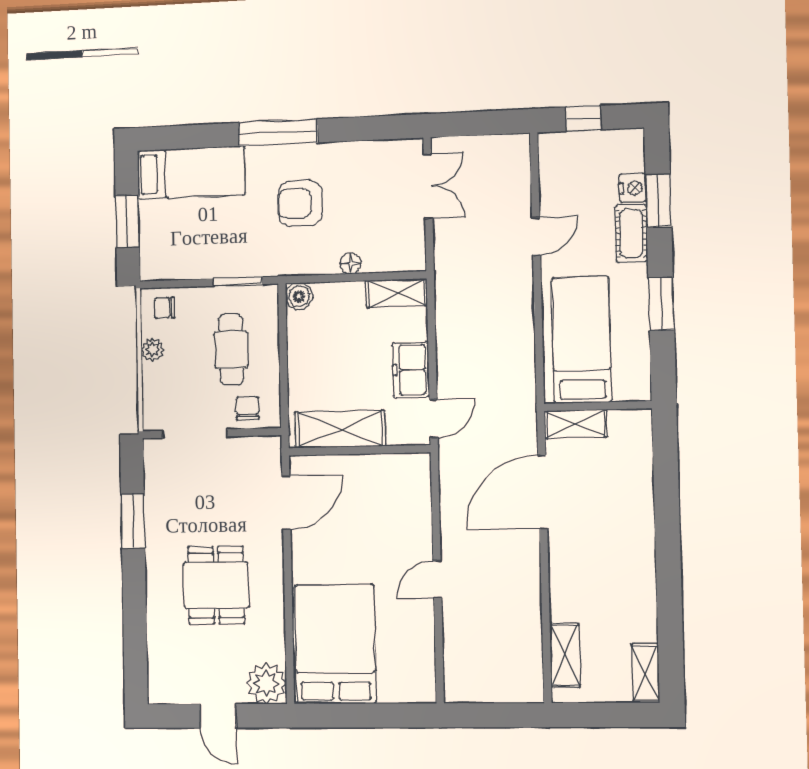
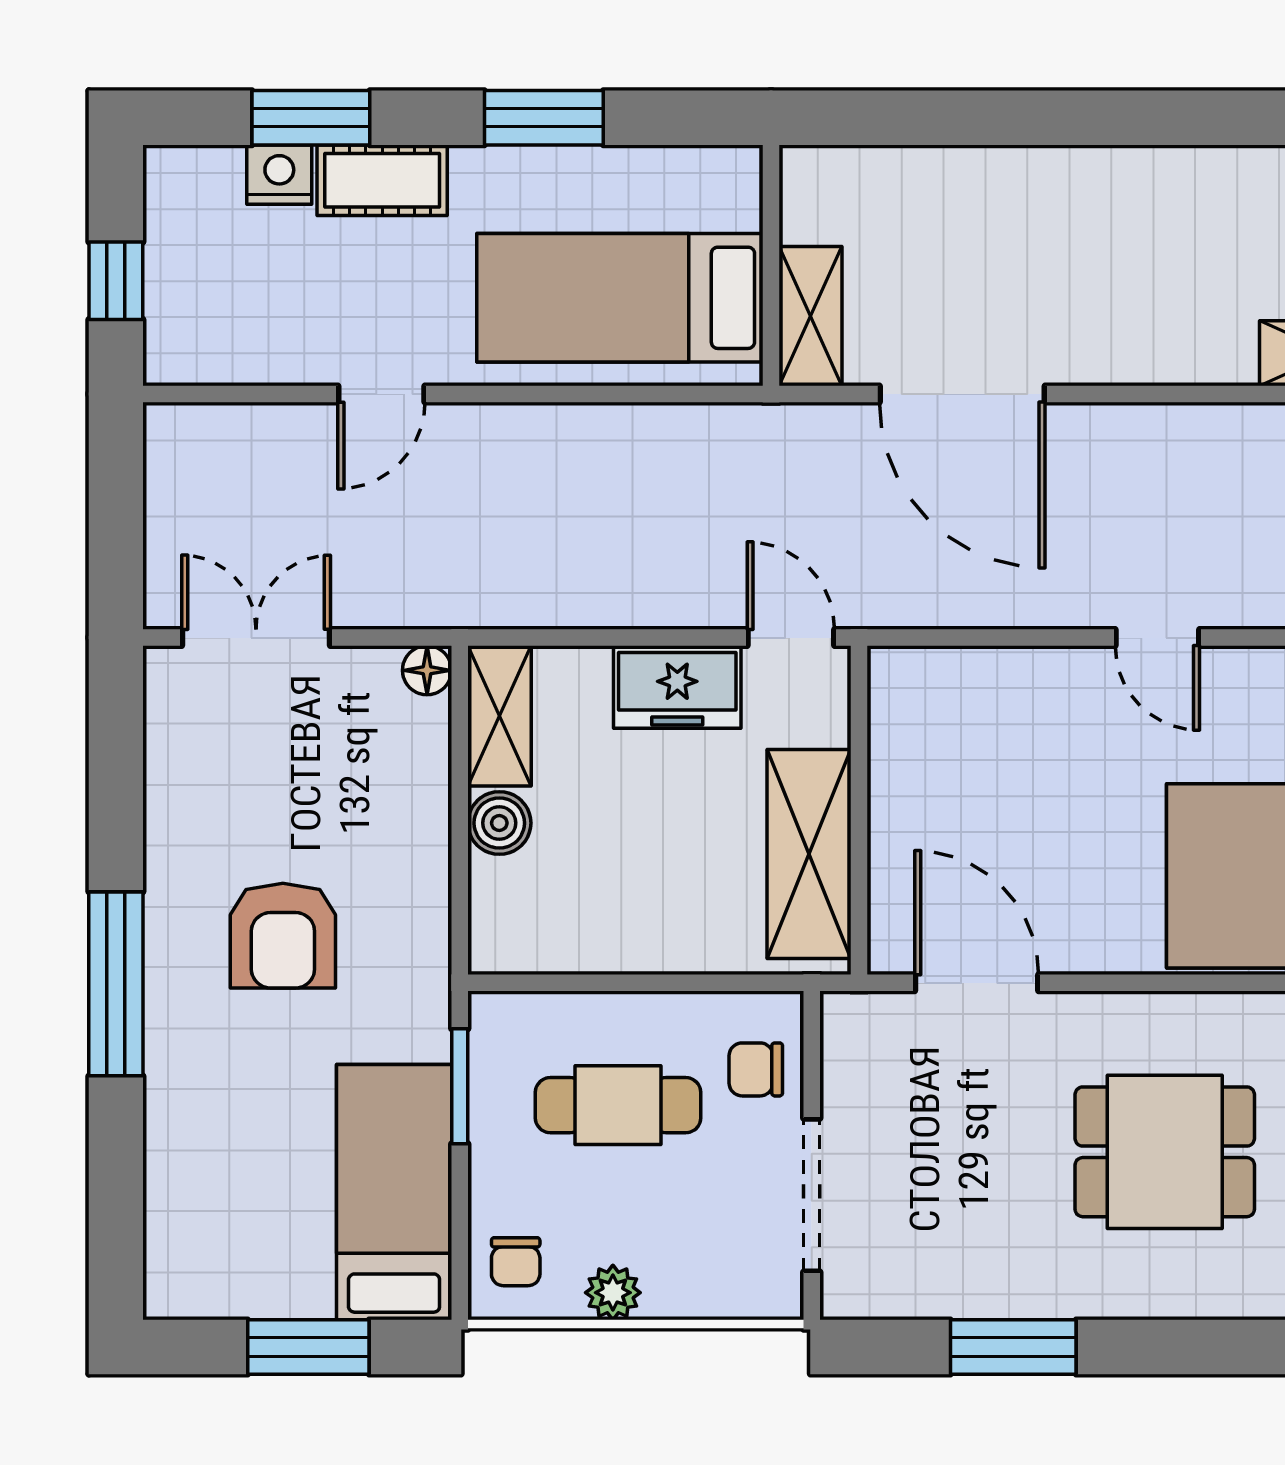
bed: (191, 173) -> (394, 1192), moved
door: (536, 237) -> (381, 394), swing flipped
floor lamp: (350, 263) -> (427, 670), moved
boiler: (299, 296) -> (499, 823), moved

